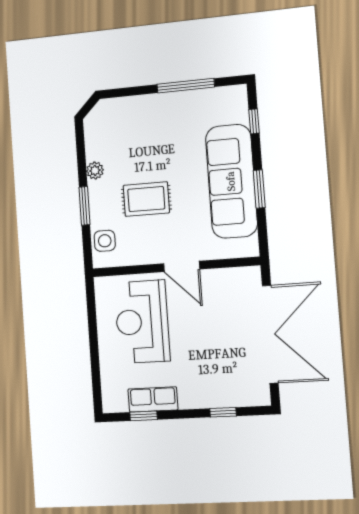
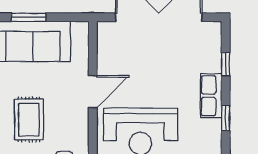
row of seats: (153, 399) -> (211, 96), moved
window: (144, 416) -> (226, 118), moved

